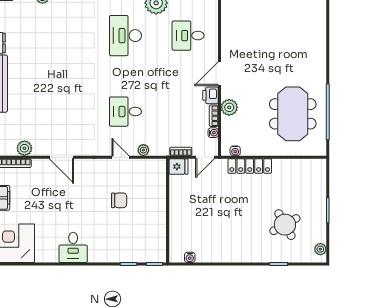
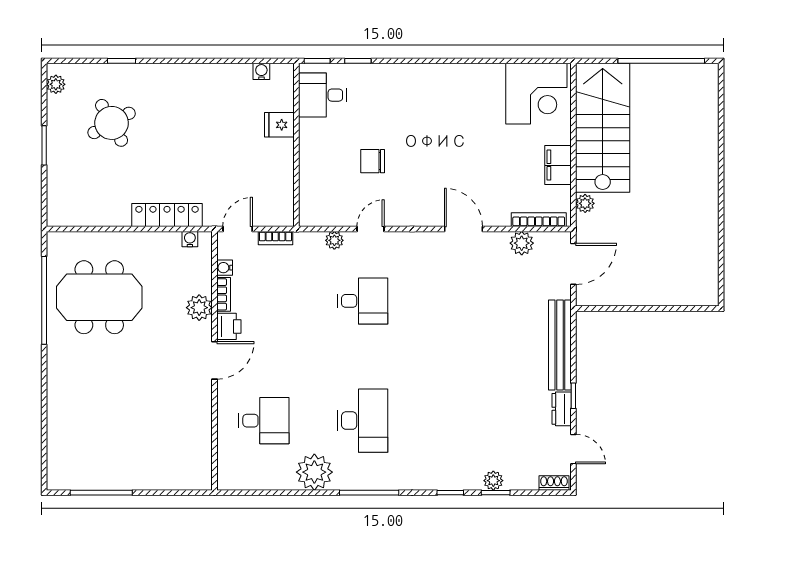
meeting table: (293, 114) -> (99, 297), turned 90
door: (120, 157) -> (371, 229), swing flipped
fridge: (178, 167) -> (279, 125), moved
desk: (73, 247) -> (322, 95), moved, turned -90

